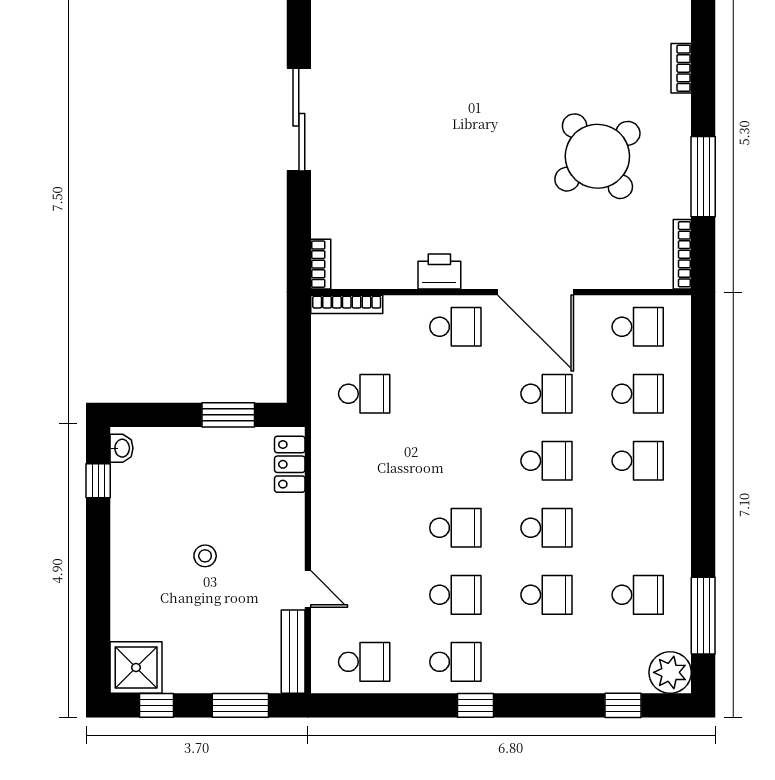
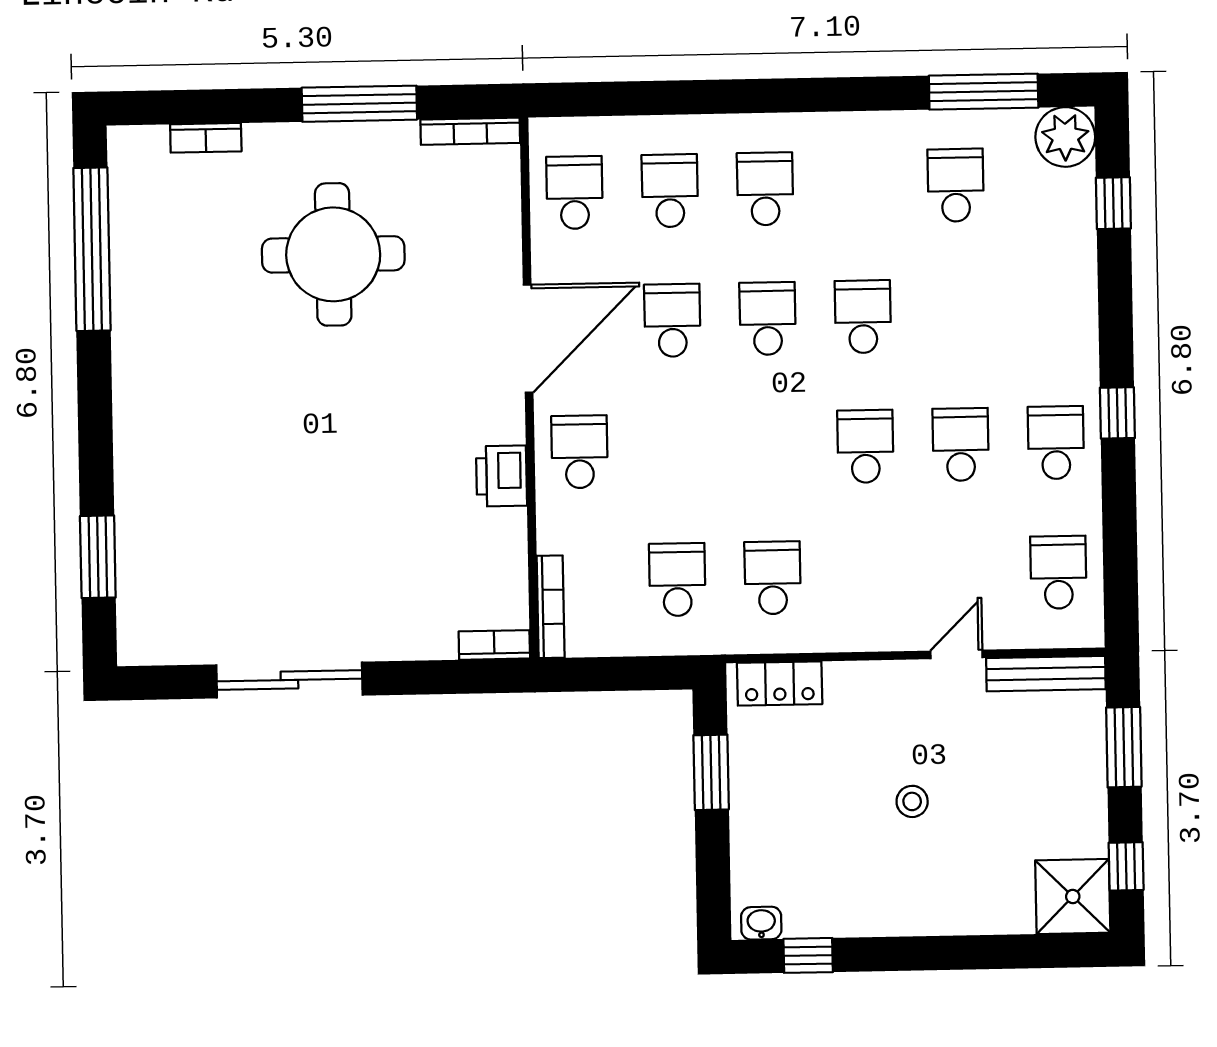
round table: (597, 156) -> (333, 254), turned 37
school desk: (547, 595) -> (773, 578), moved

